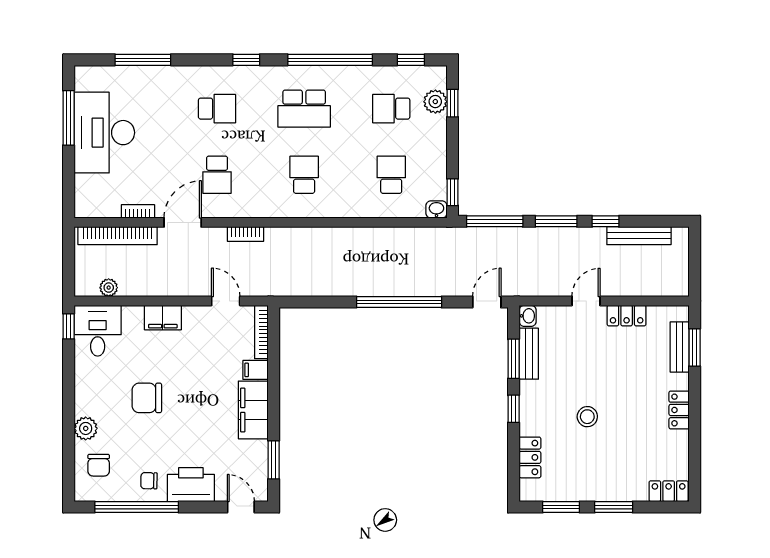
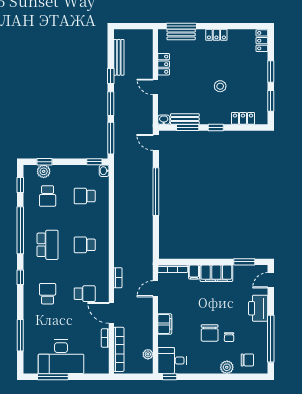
window: (695, 347) -> (181, 26), width x1.44
chair: (149, 481) -> (229, 337), moved

